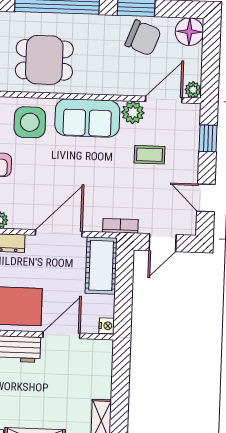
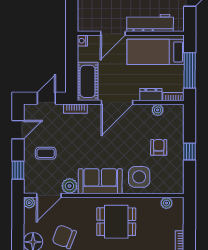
dining table: (44, 60) -> (116, 222), moved
coffee table: (149, 155) -> (46, 153), moved
door: (206, 198) -> (18, 130), hinge flipped

